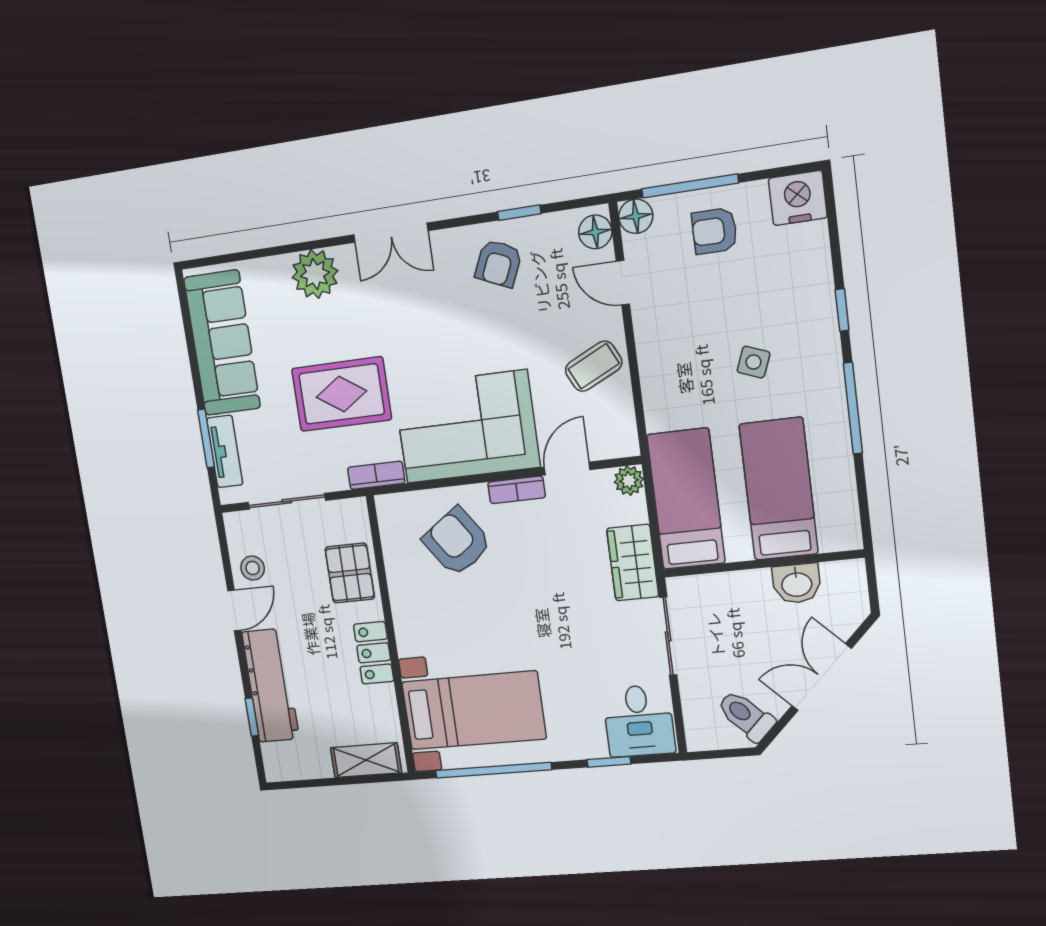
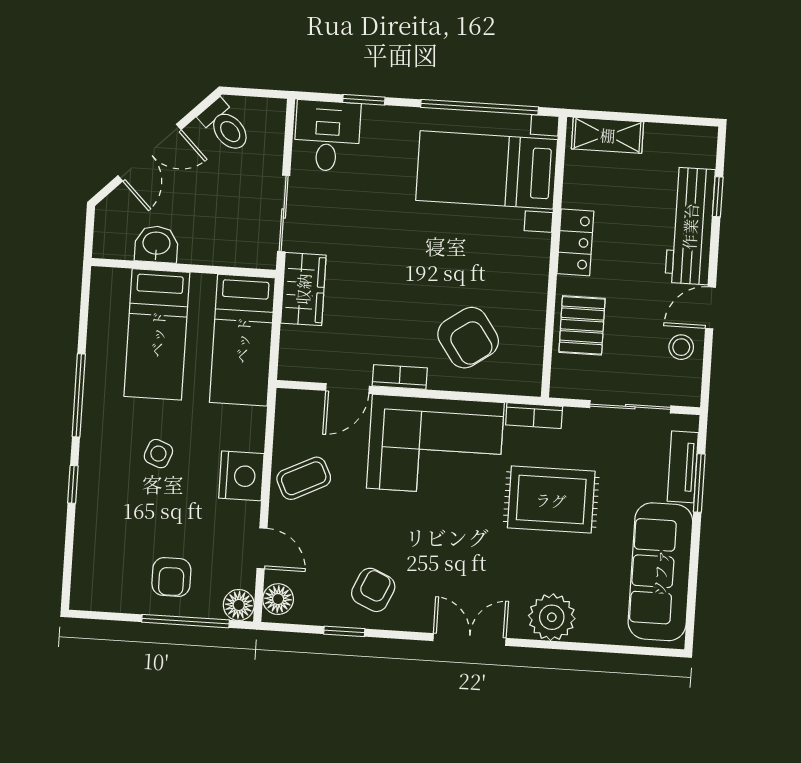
nightstand: (798, 198) -> (241, 476), moved, turned -90
armchair: (714, 231) -> (171, 577), turned 90
plant: (629, 481) -> (292, 367), removed

